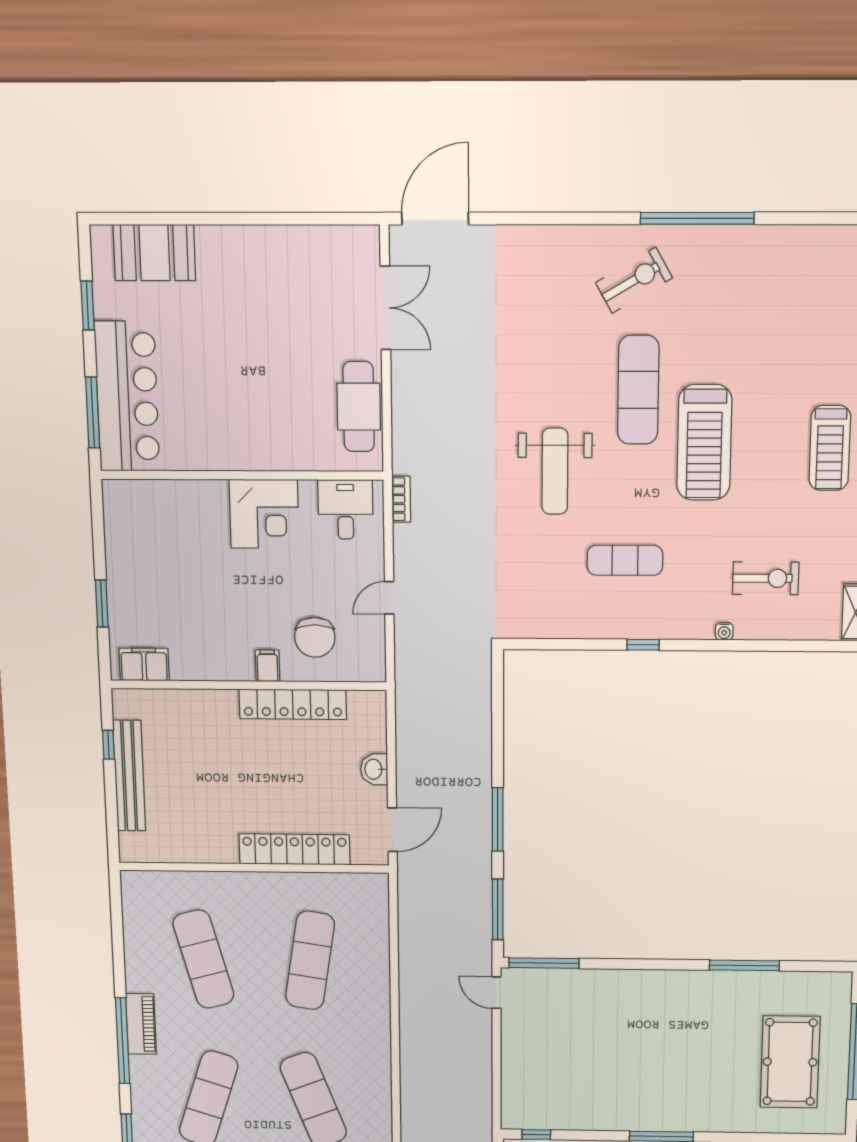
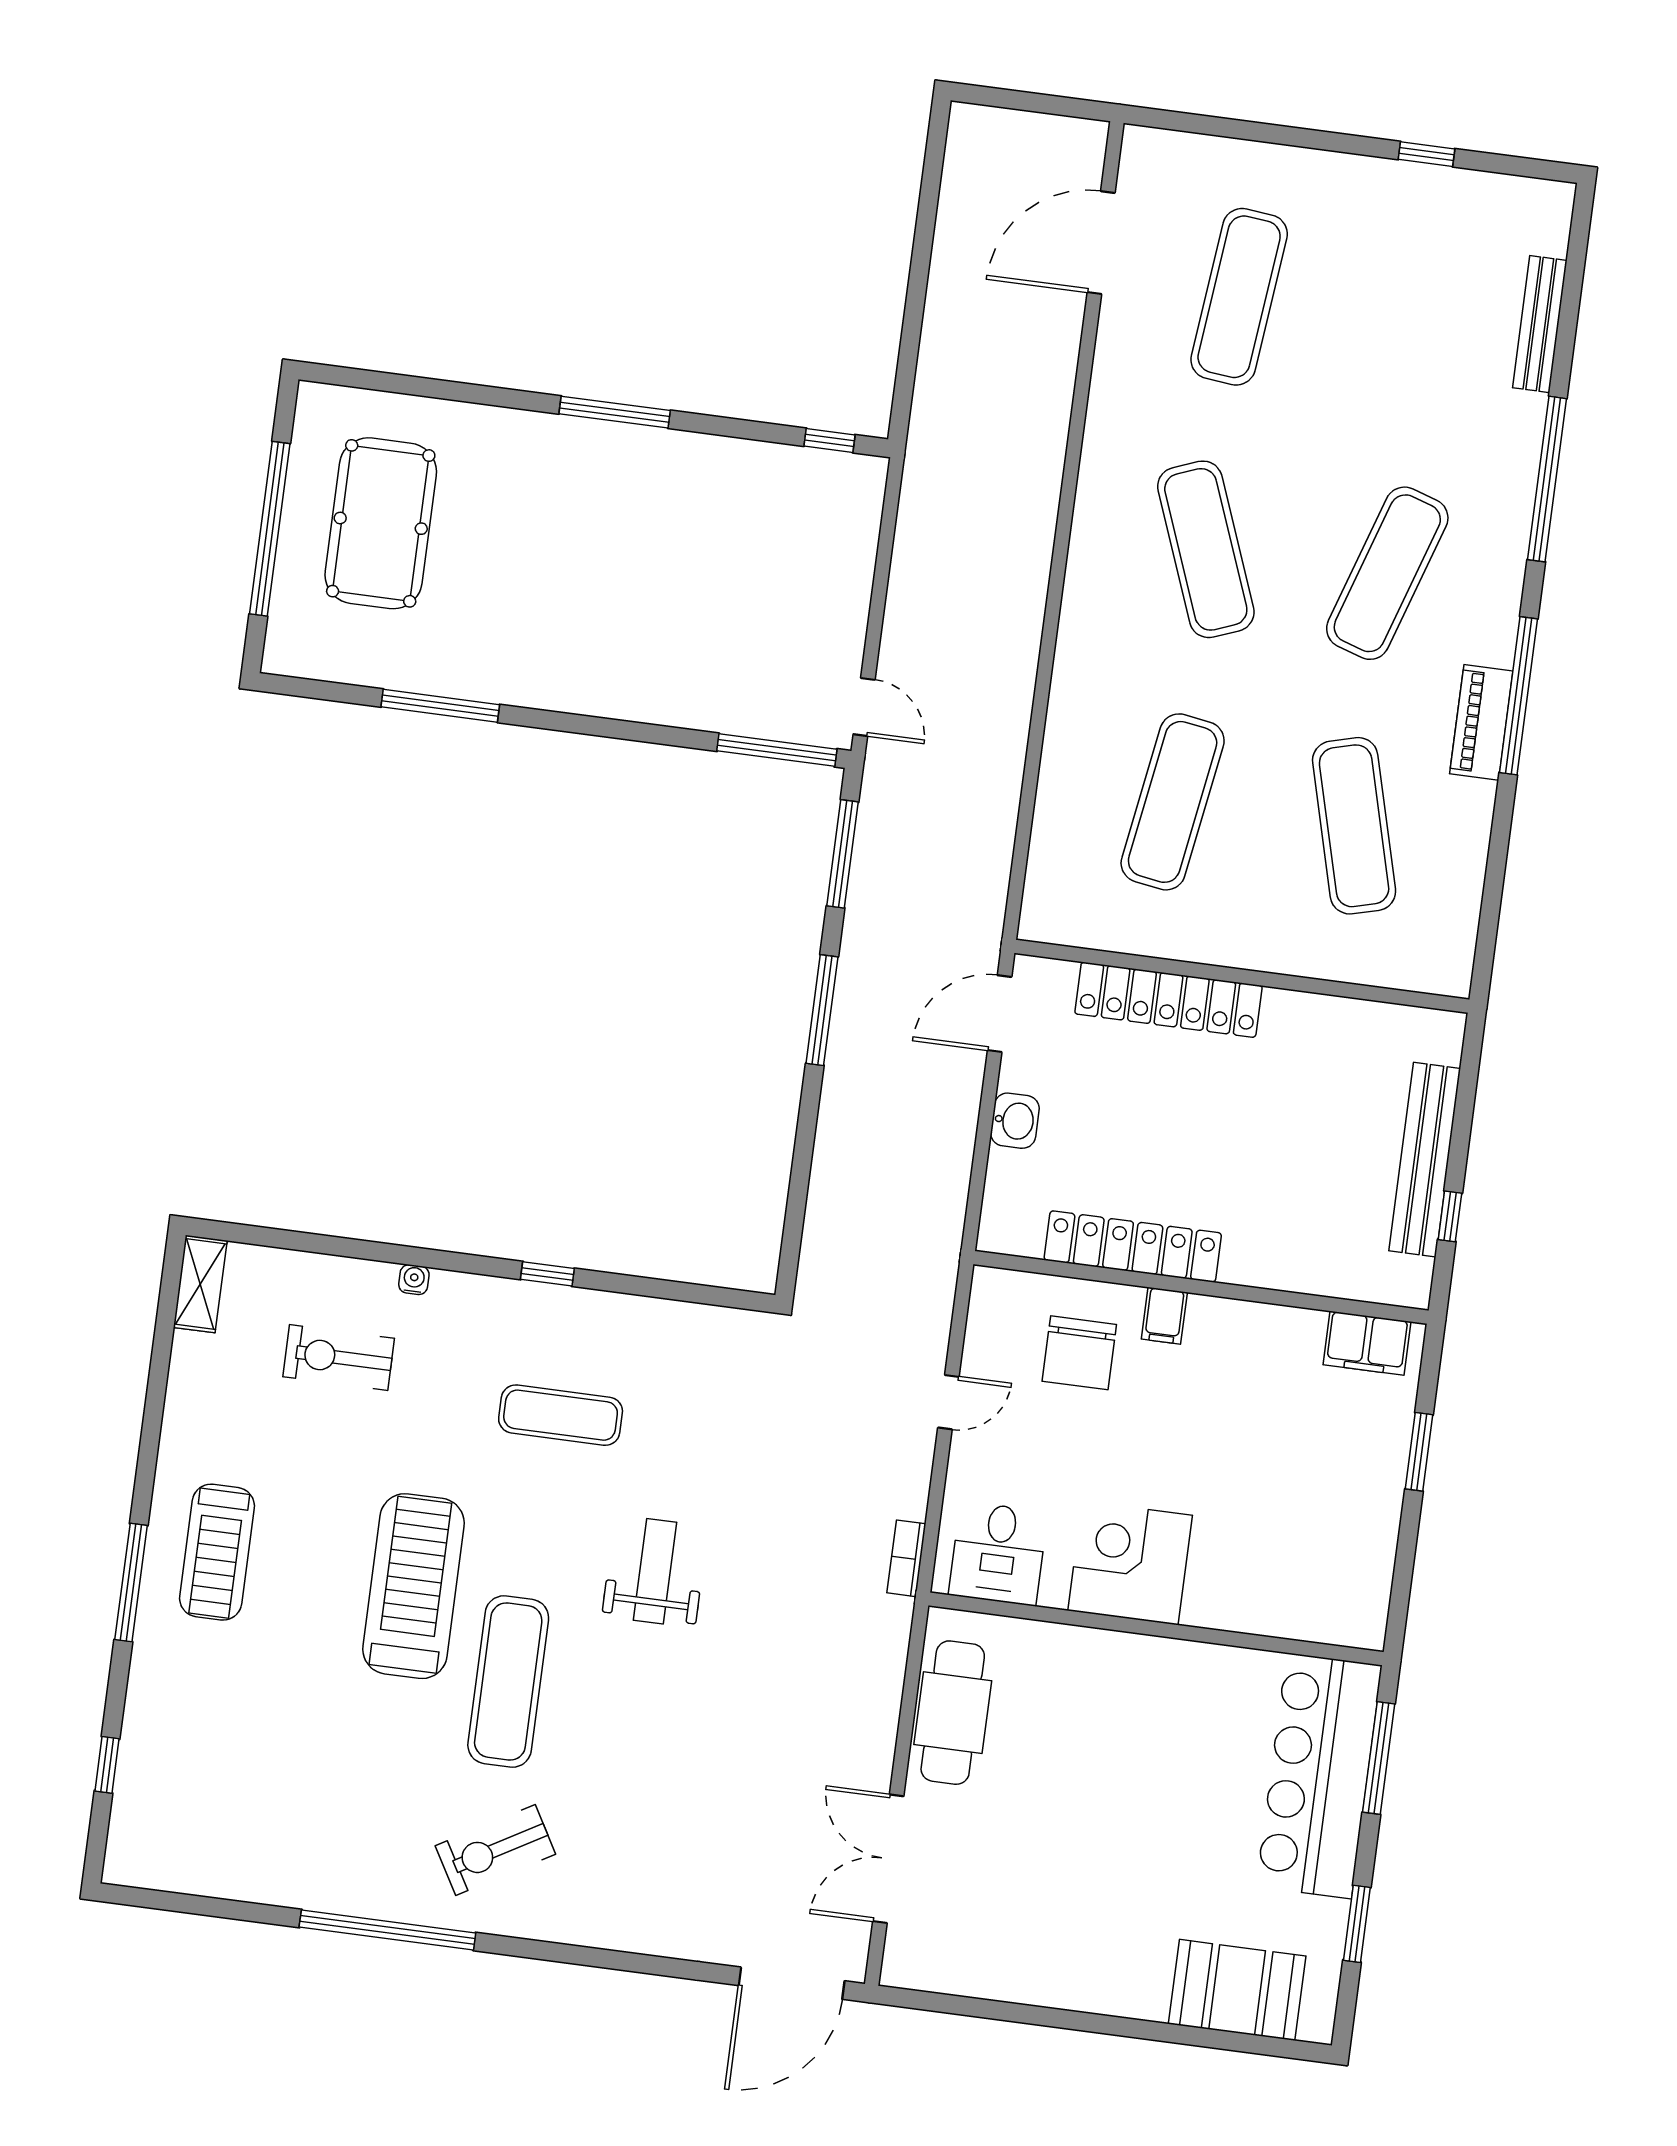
treadmill: (830, 448) -> (217, 1552), turned 180
weight bench: (555, 471) -> (655, 1571), width x0.73, depth x0.75
chair: (315, 637) -> (1079, 1353), turned 180

